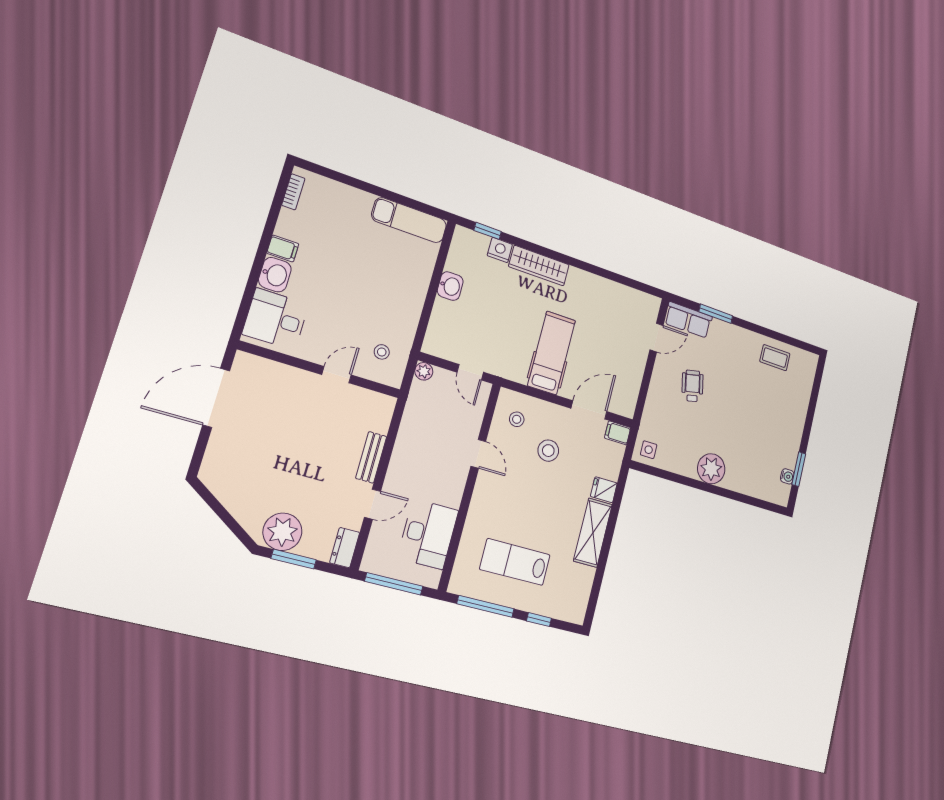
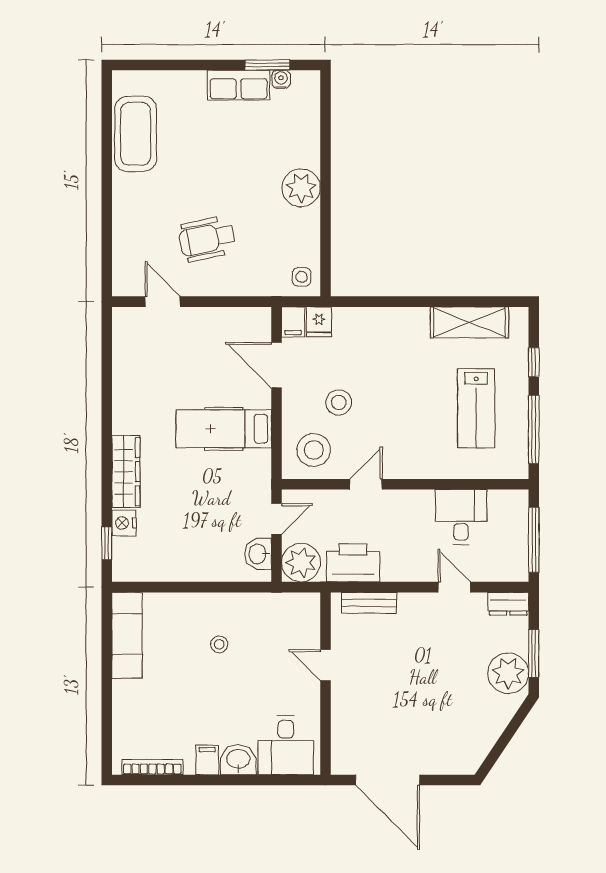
bookcase: (293, 192) -> (152, 767), width x1.56
washbasin: (450, 286) -> (258, 554), moved, turned -90
window: (716, 314) -> (107, 230), removed
row of seats: (688, 320) -> (239, 85), moved, turned 90
stool: (382, 352) -> (219, 644), moved
coffee table: (775, 358) -> (136, 134), width x1.86, depth x1.72
plant: (424, 371) -> (301, 563), width x1.87, depth x1.87
wheelchair: (692, 386) -> (207, 239), width x1.36, depth x1.37
stool: (517, 419) -> (314, 450), width x1.89, depth x1.89
printer: (417, 424) -> (353, 563), added
bench: (371, 457) -> (369, 603), moved
fridge: (604, 490) -> (319, 322), moved
shelving: (593, 533) -> (469, 322), moved
desk: (428, 534) -> (461, 517), width x0.73

